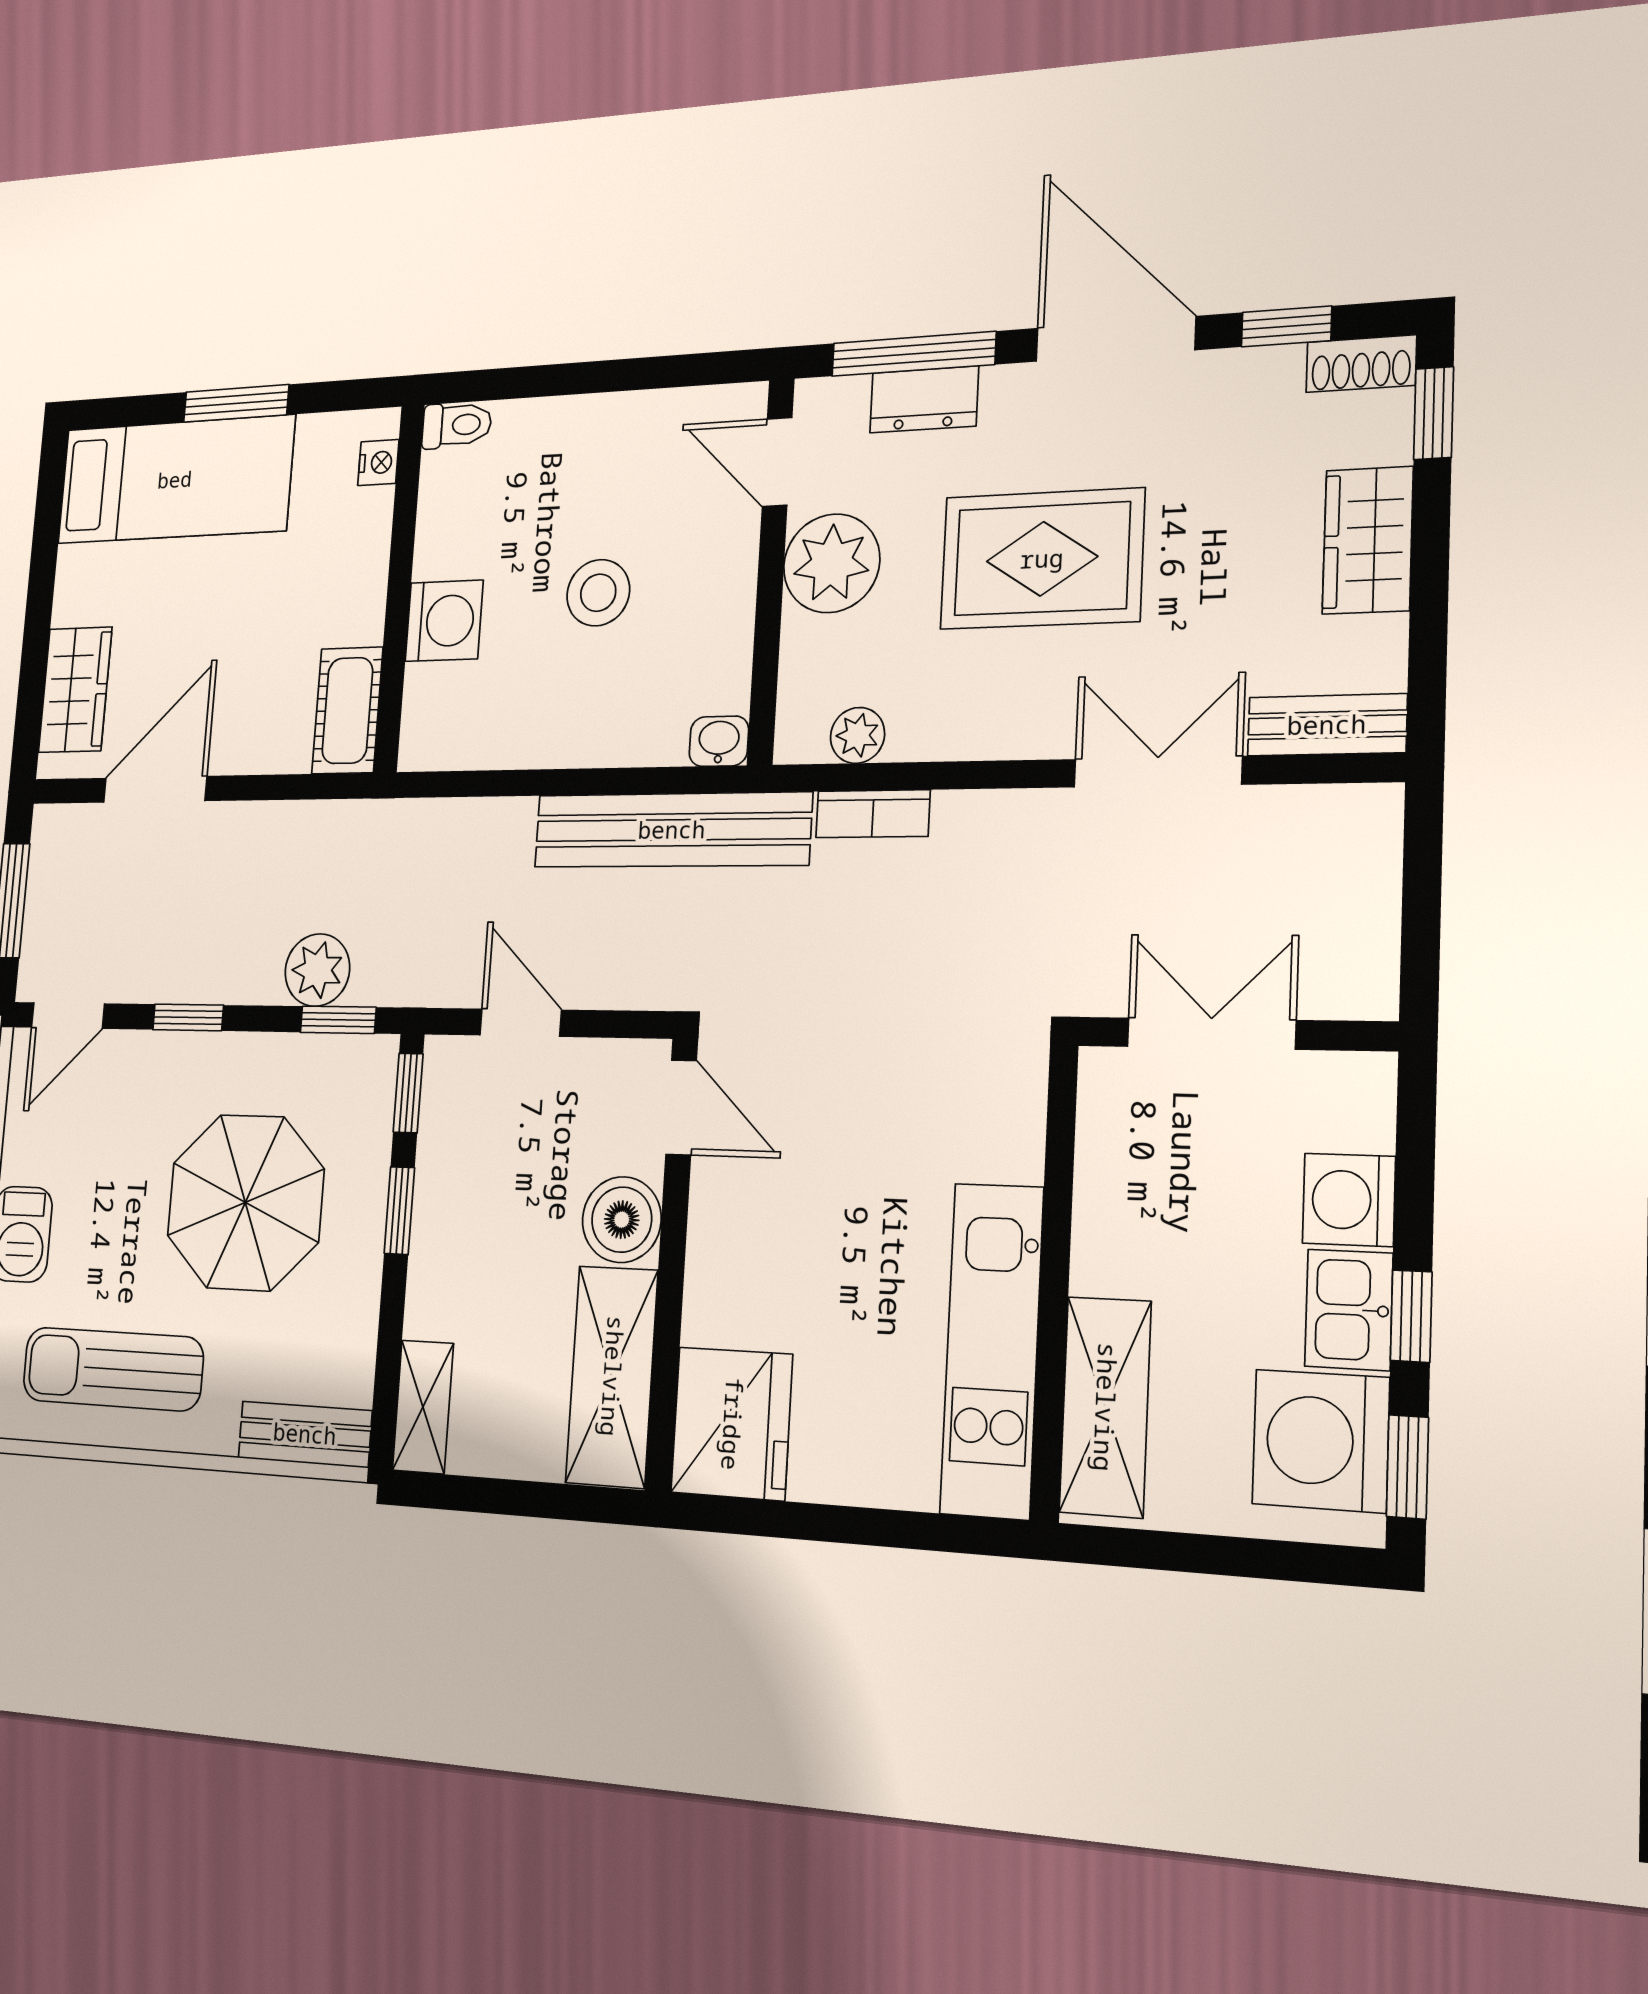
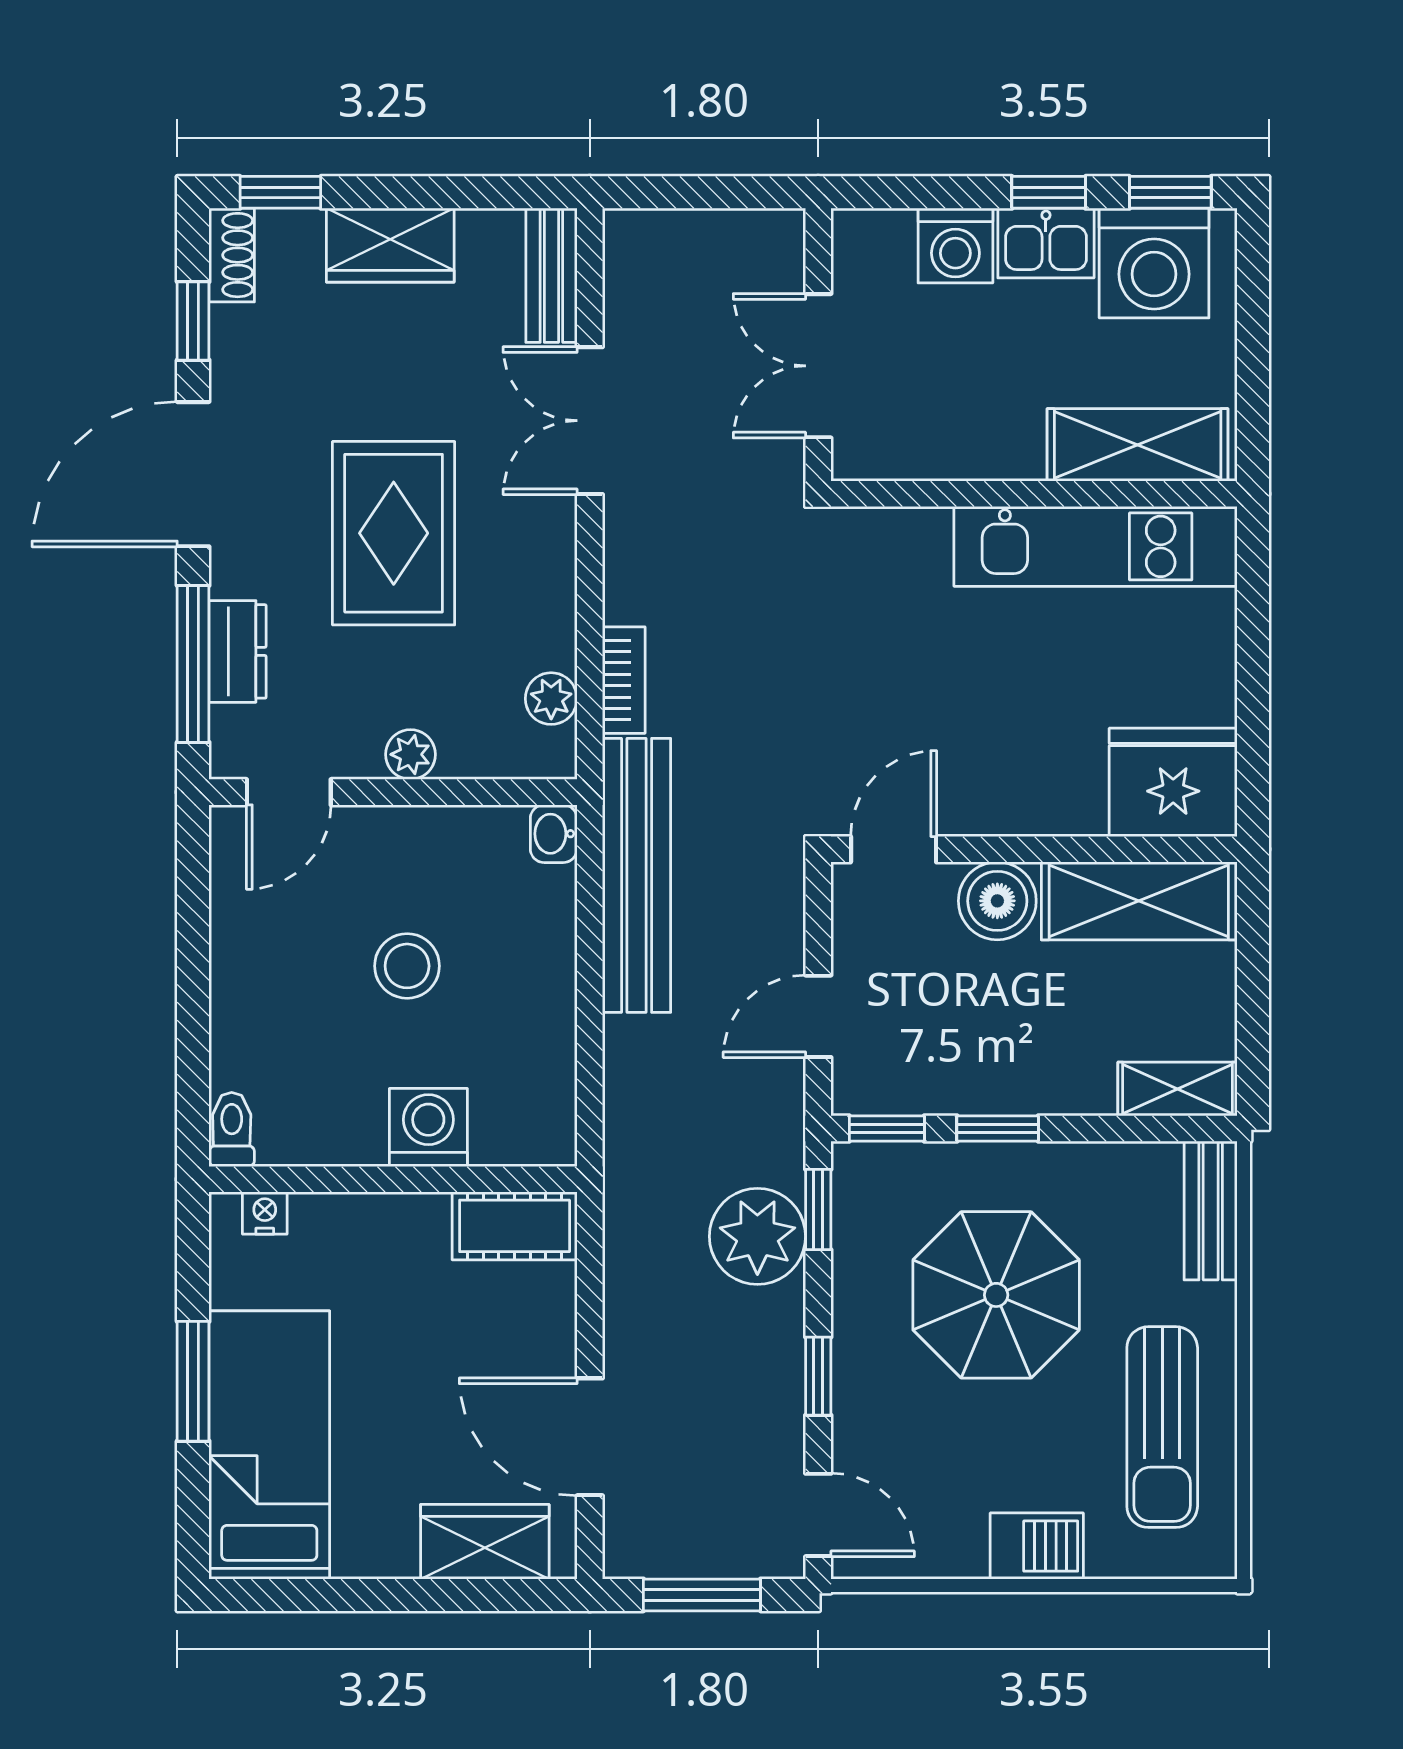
plant: (832, 563) -> (411, 754), width x0.53, depth x0.53
plant: (317, 970) -> (757, 1236), width x1.36, depth x1.36

